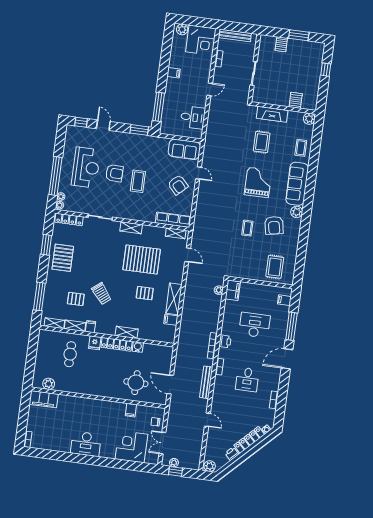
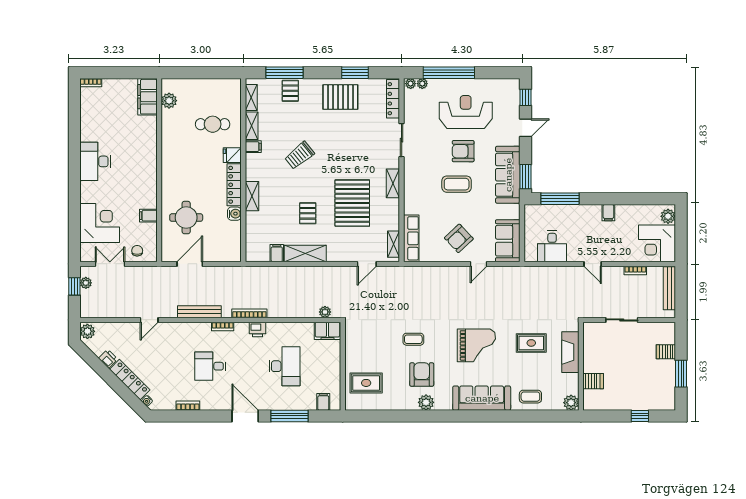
sofa: (136, 143) -> (508, 175), added
reception desk: (86, 168) -> (466, 112), turned 180
armchair: (114, 173) -> (463, 151), turned 88
plant: (297, 212) -> (426, 402), moved
armchair: (274, 225) -> (422, 375), turned 101
pallet: (76, 299) -> (290, 91), moved

